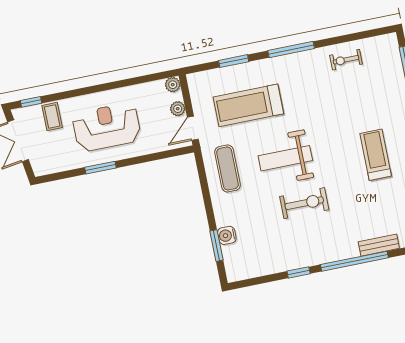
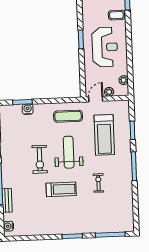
exercise bike: (346, 60) -> (98, 183), moved
plant: (173, 85) -> (124, 80), moved
treadmill: (248, 105) -> (104, 135), turned 180
door: (193, 128) -> (96, 99), hinge flipped
treadmill: (376, 155) -> (61, 189), moved

